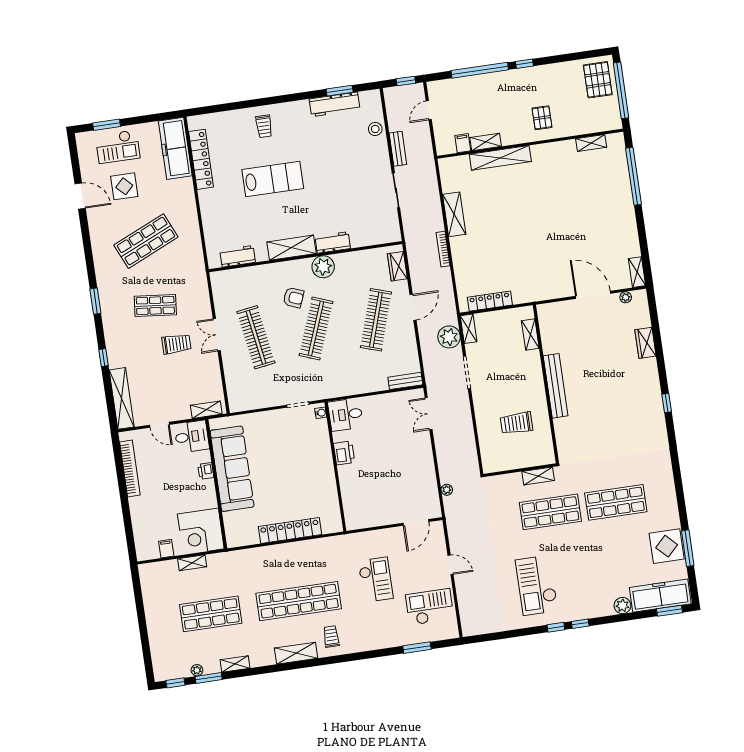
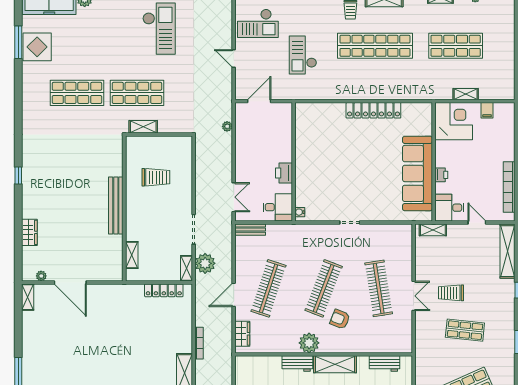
water cooler: (321, 413) -> (300, 212), moved
desk: (346, 415) -> (278, 207), moved
printer: (344, 453) -> (284, 173), moved
wall: (335, 467) -> (294, 162), moved

